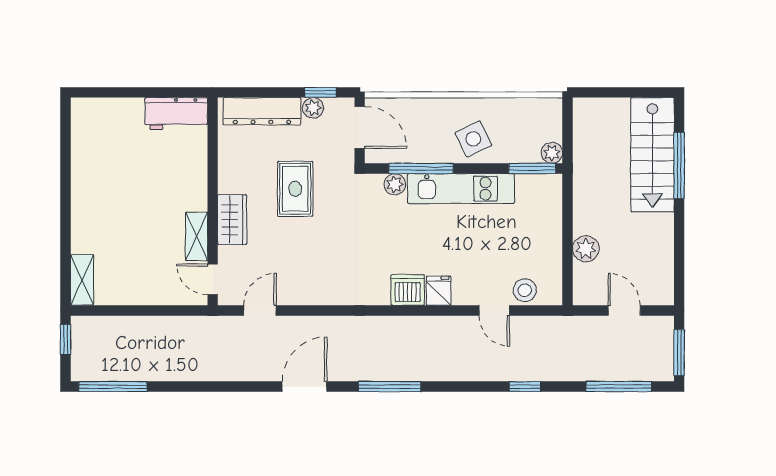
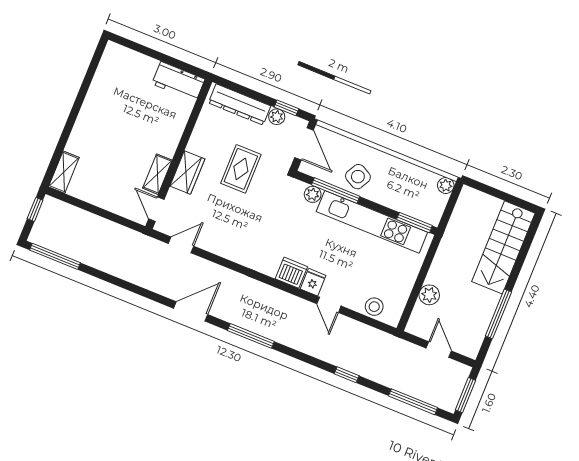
side table: (473, 139) -> (358, 177), moved, turned -36
plant: (552, 153) -> (446, 185), moved
window: (679, 166) -> (498, 314), moved
kitchen unit: (461, 189) -> (372, 222), width x1.36
door: (494, 310) -> (329, 305), moved

